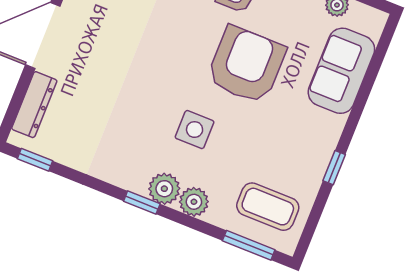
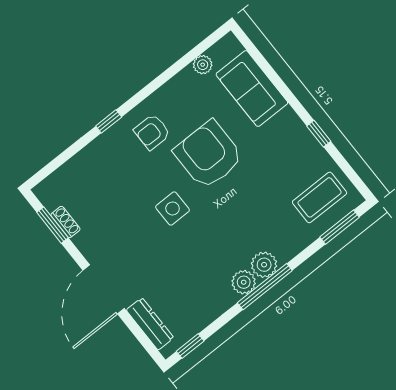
side table: (195, 130) -> (173, 208), moved
window: (142, 202) -> (265, 287), width x2.17
plant: (194, 202) -> (244, 282), moved

